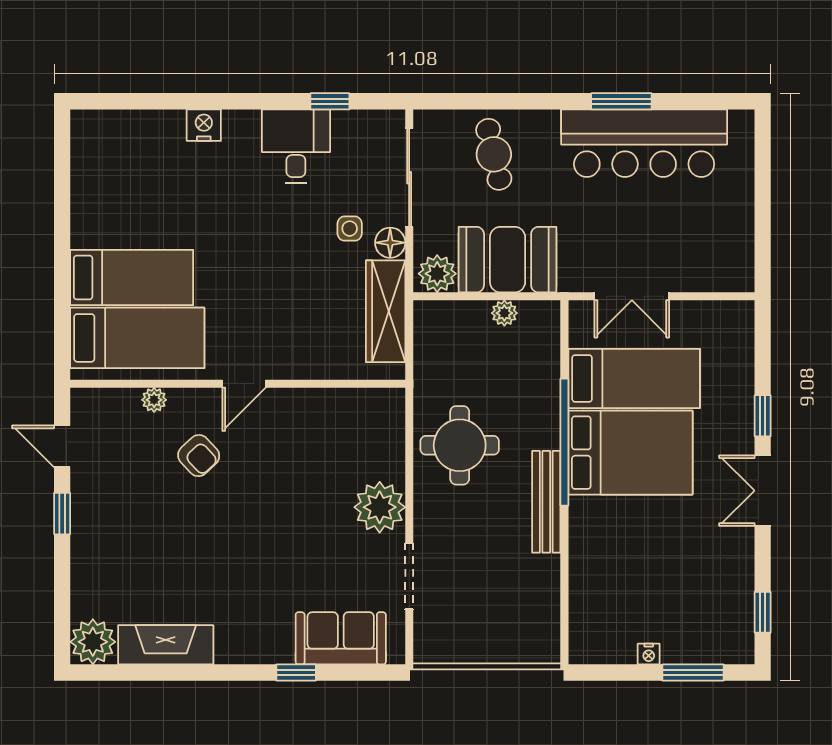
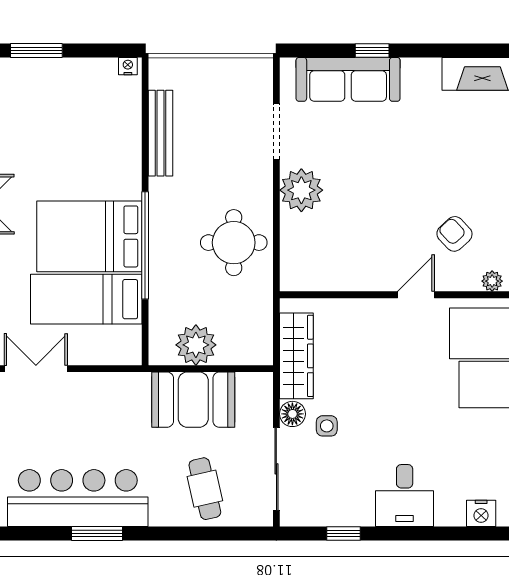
nightstand: (204, 125) -> (481, 513), moved
desk: (296, 146) -> (405, 496), moved
plant: (437, 274) -> (253, 388), removed
double door: (632, 296) -> (36, 369), moved
plant: (504, 313) -> (196, 345), width x1.88, depth x1.88
bench: (546, 502) -> (160, 133), moved
sofa: (341, 638) -> (348, 79), width x1.36
nightstand: (649, 654) -> (128, 66), moved

